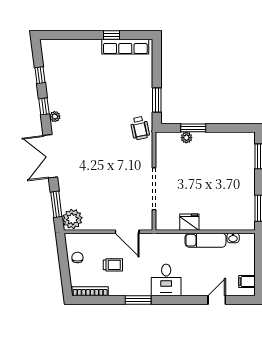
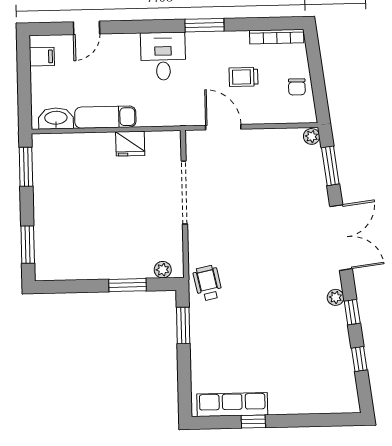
plant: (186, 138) -> (163, 270), moved
plant: (72, 219) -> (312, 136), width x0.53, depth x0.53
washbasin: (233, 238) -> (56, 118), width x1.91, depth x1.45

